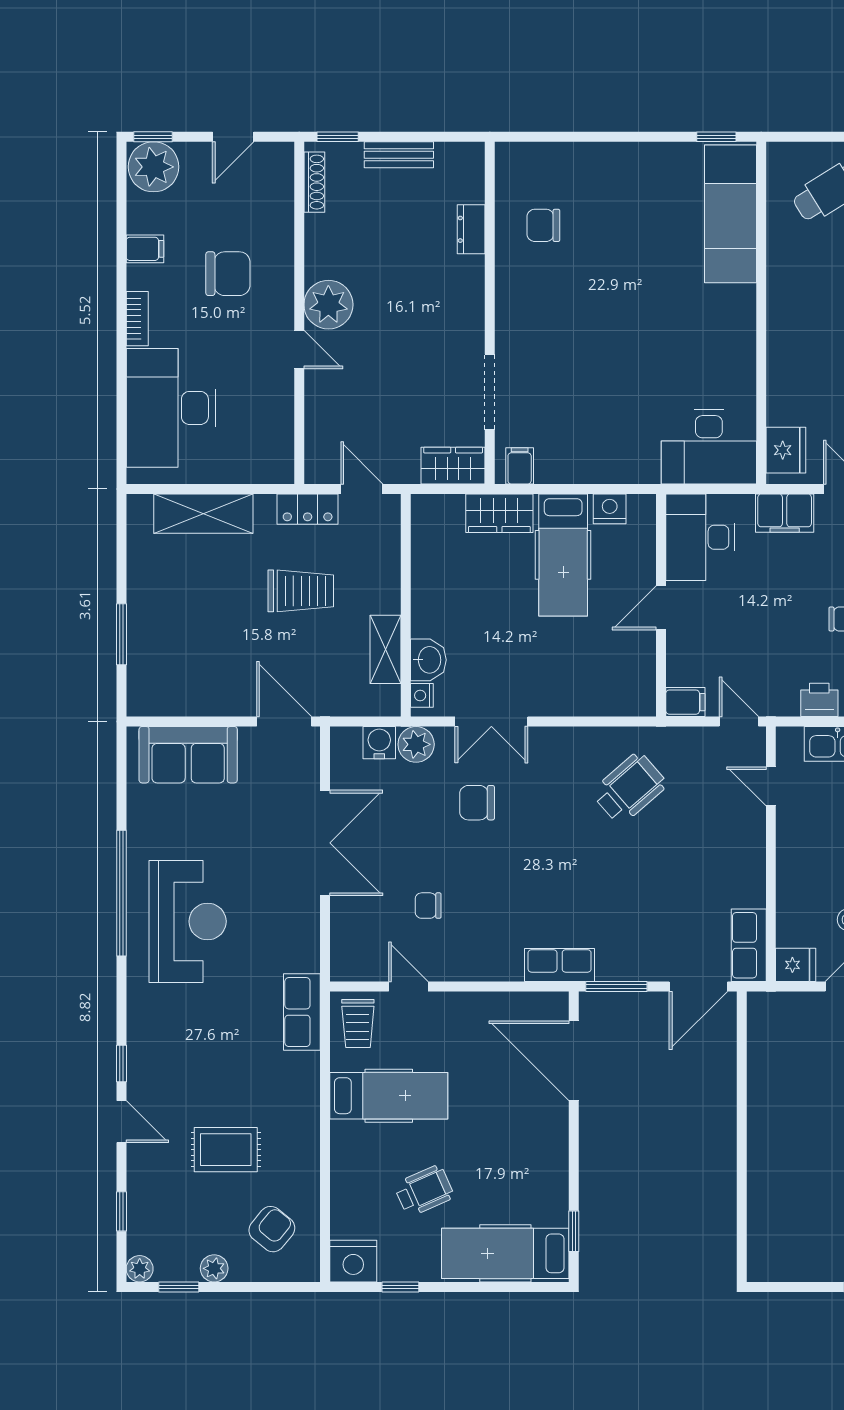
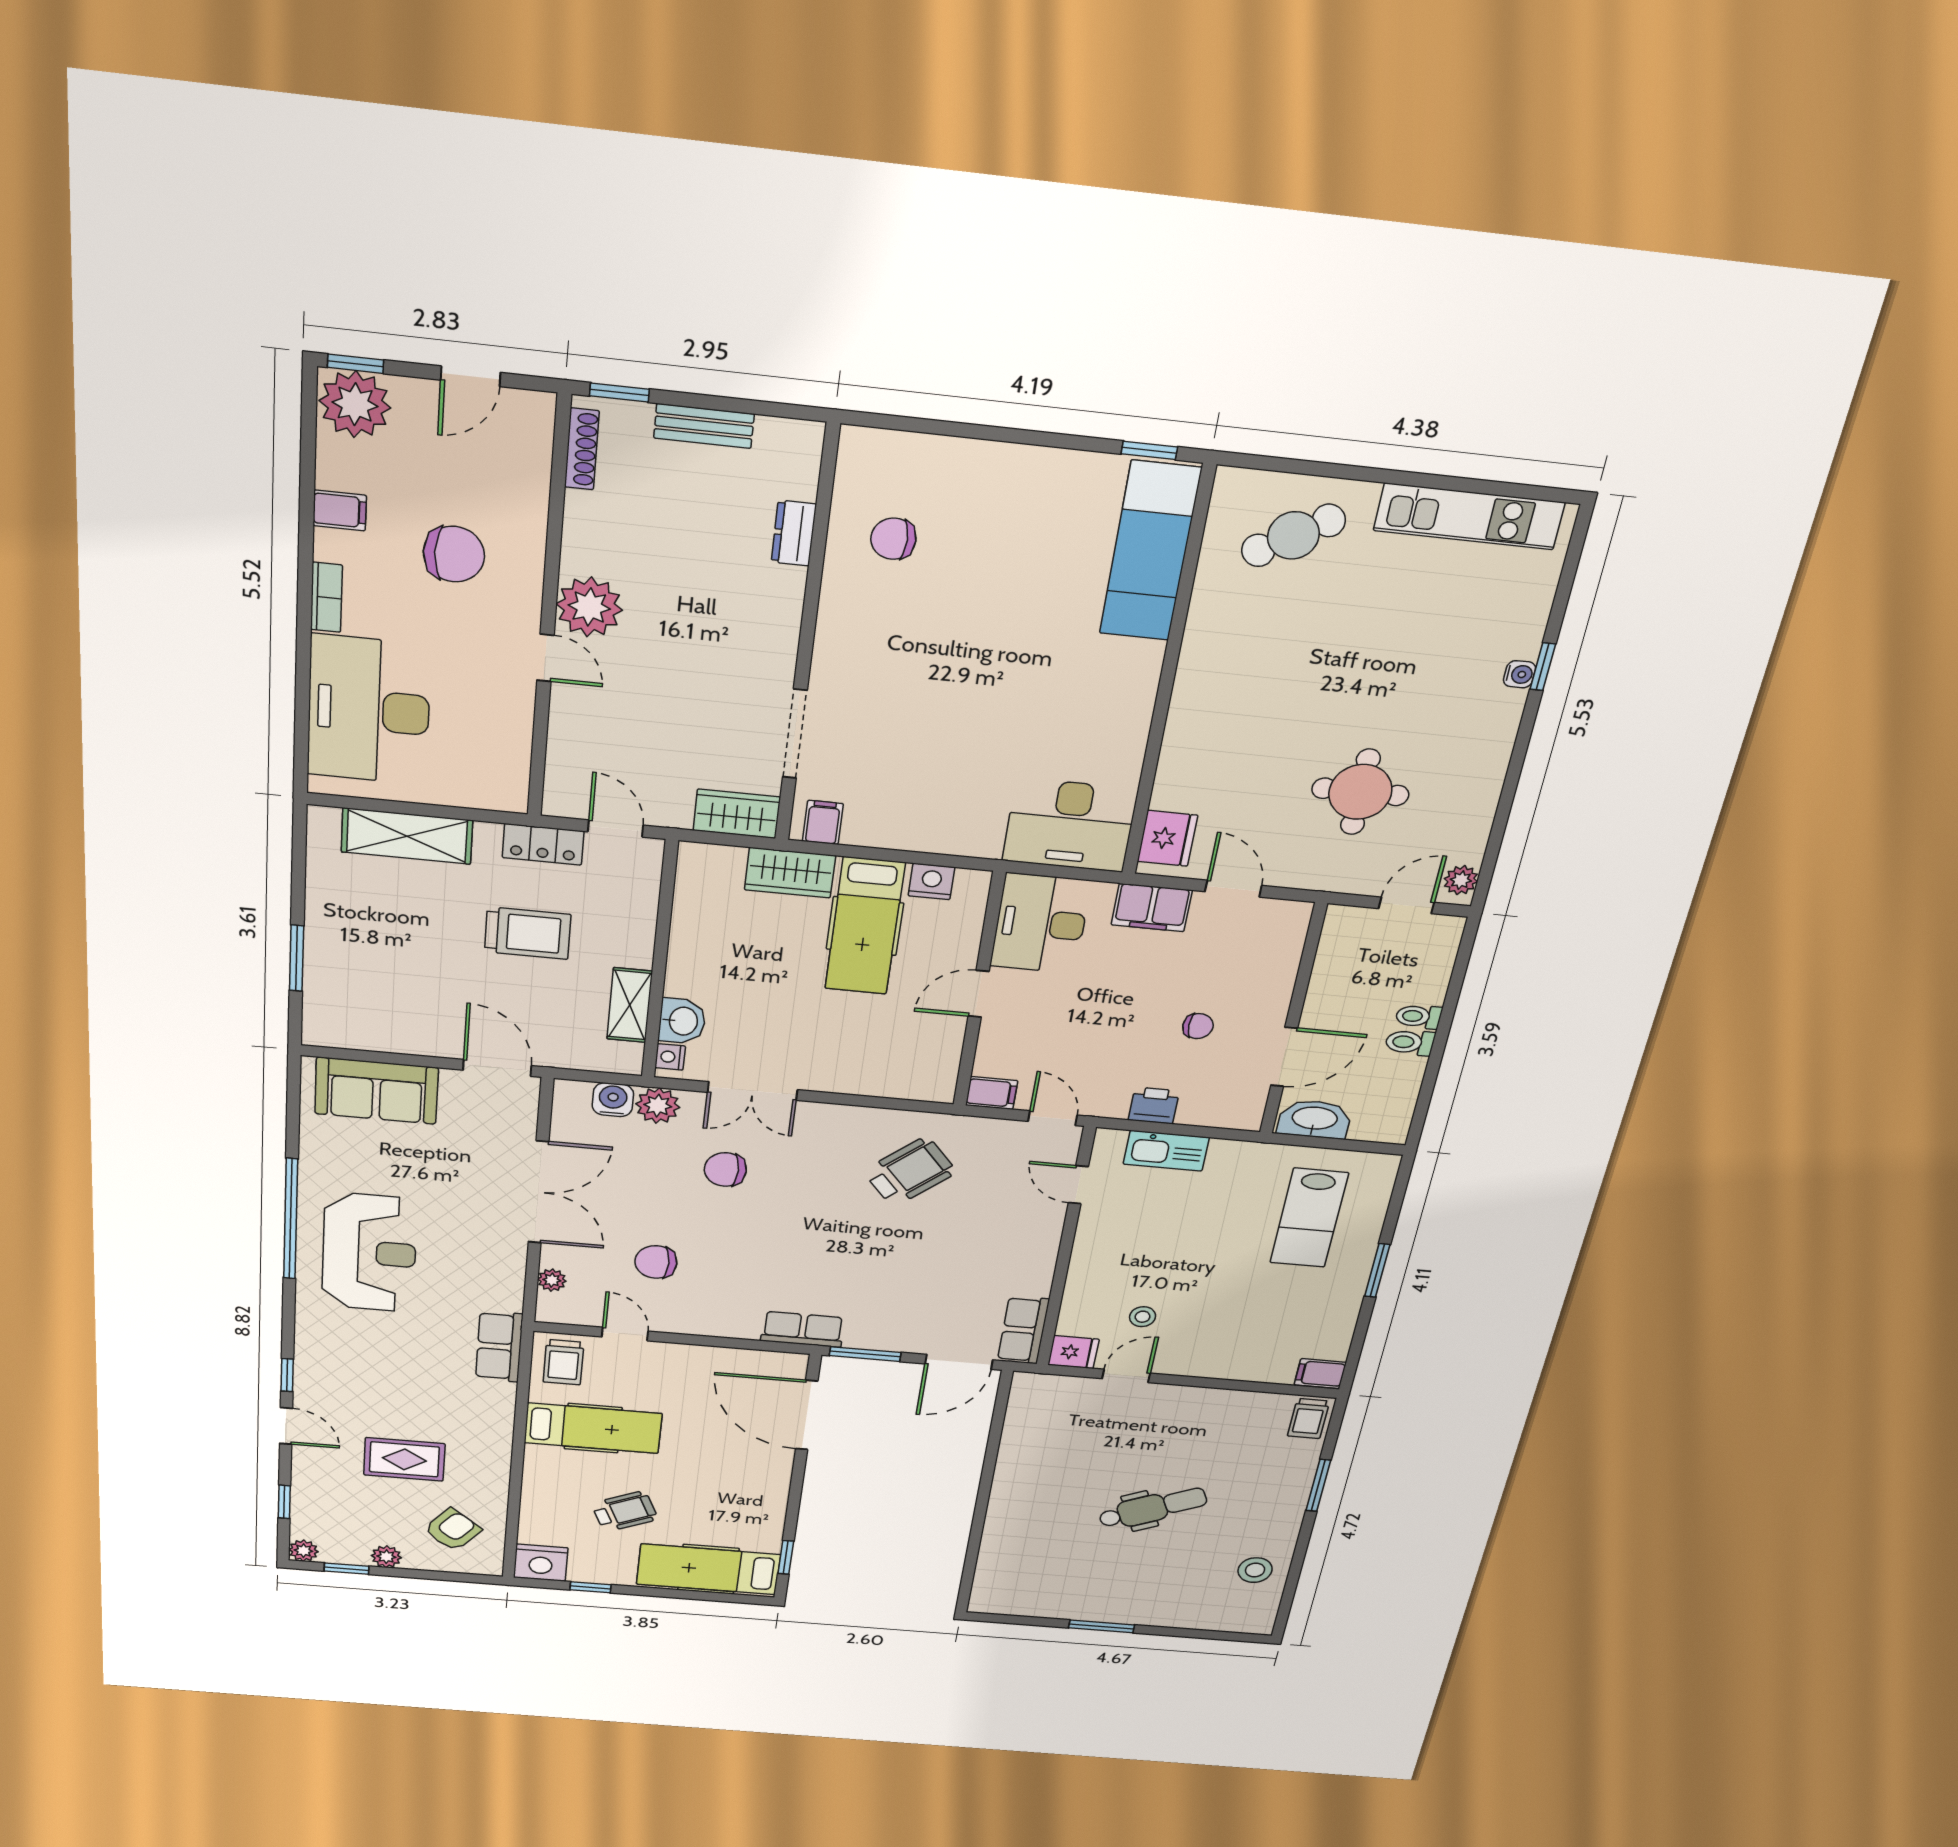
chair: (428, 906) -> (656, 1262), width x1.37, depth x1.37
plant: (342, 934) -> (552, 1280), added

